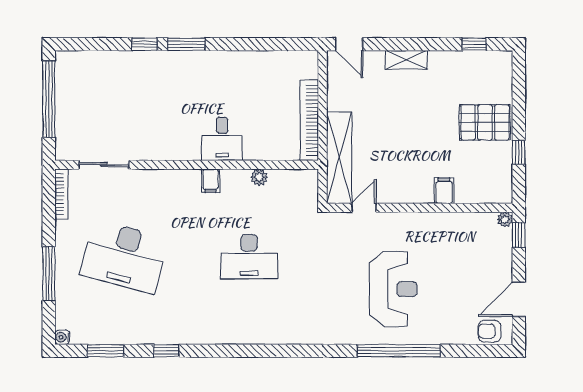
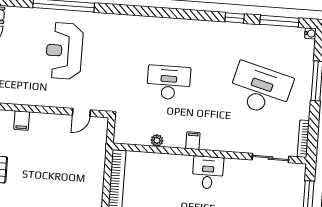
desk: (222, 139) -> (208, 173), moved
shelving: (339, 158) -> (97, 150), removed
window: (105, 351) -> (279, 21), width x1.44

